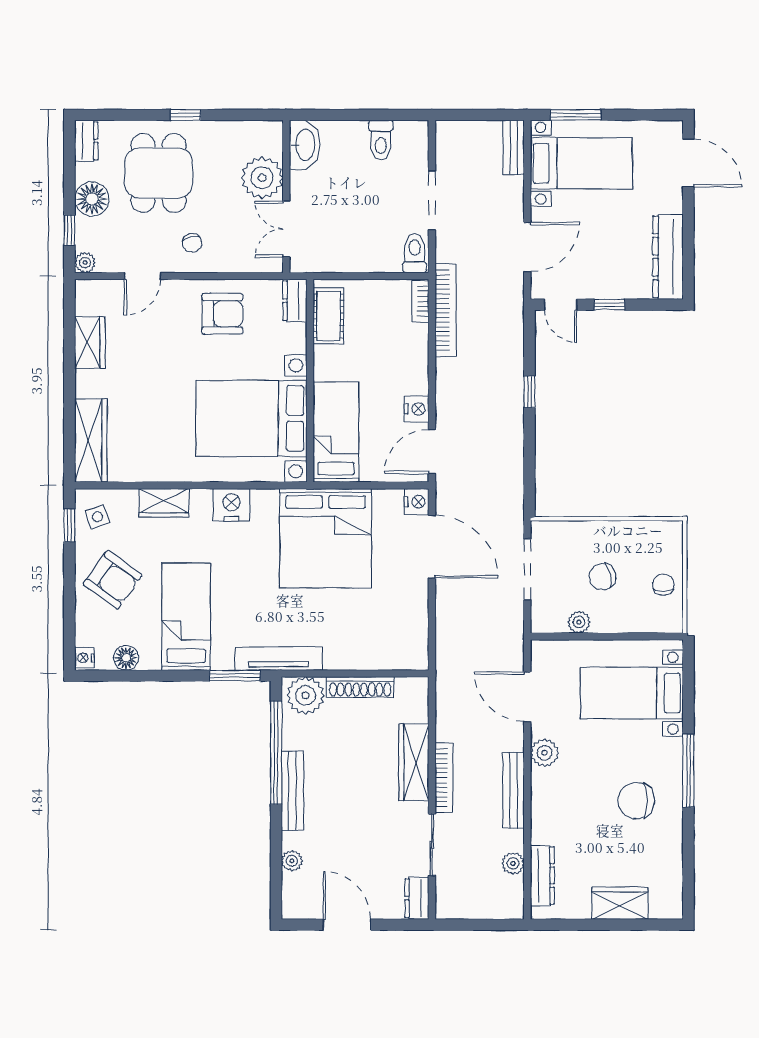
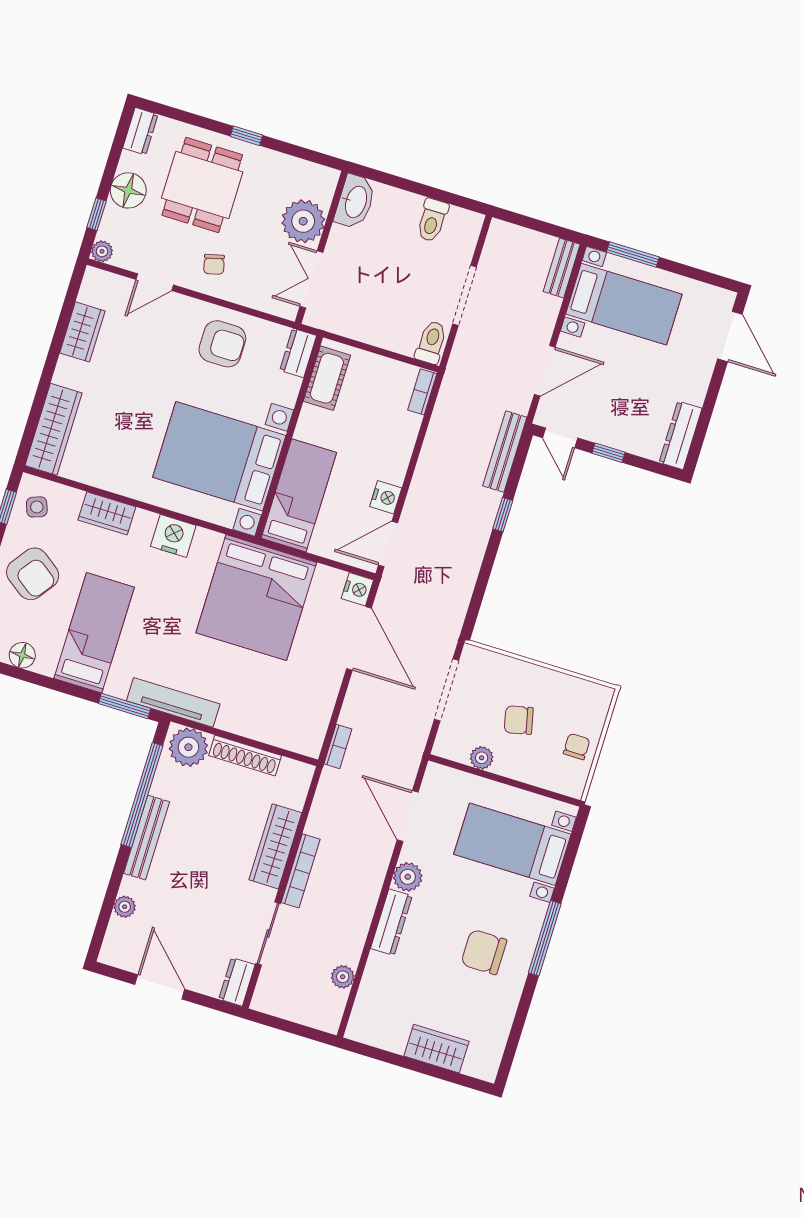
dresser: (668, 257) -> (680, 435), width x0.73, depth x0.80
bookcase: (446, 310) -> (338, 746), moved, width x0.43, depth x0.76
bench: (513, 790) -> (505, 452), moved
dresser: (542, 875) -> (391, 922), moved

